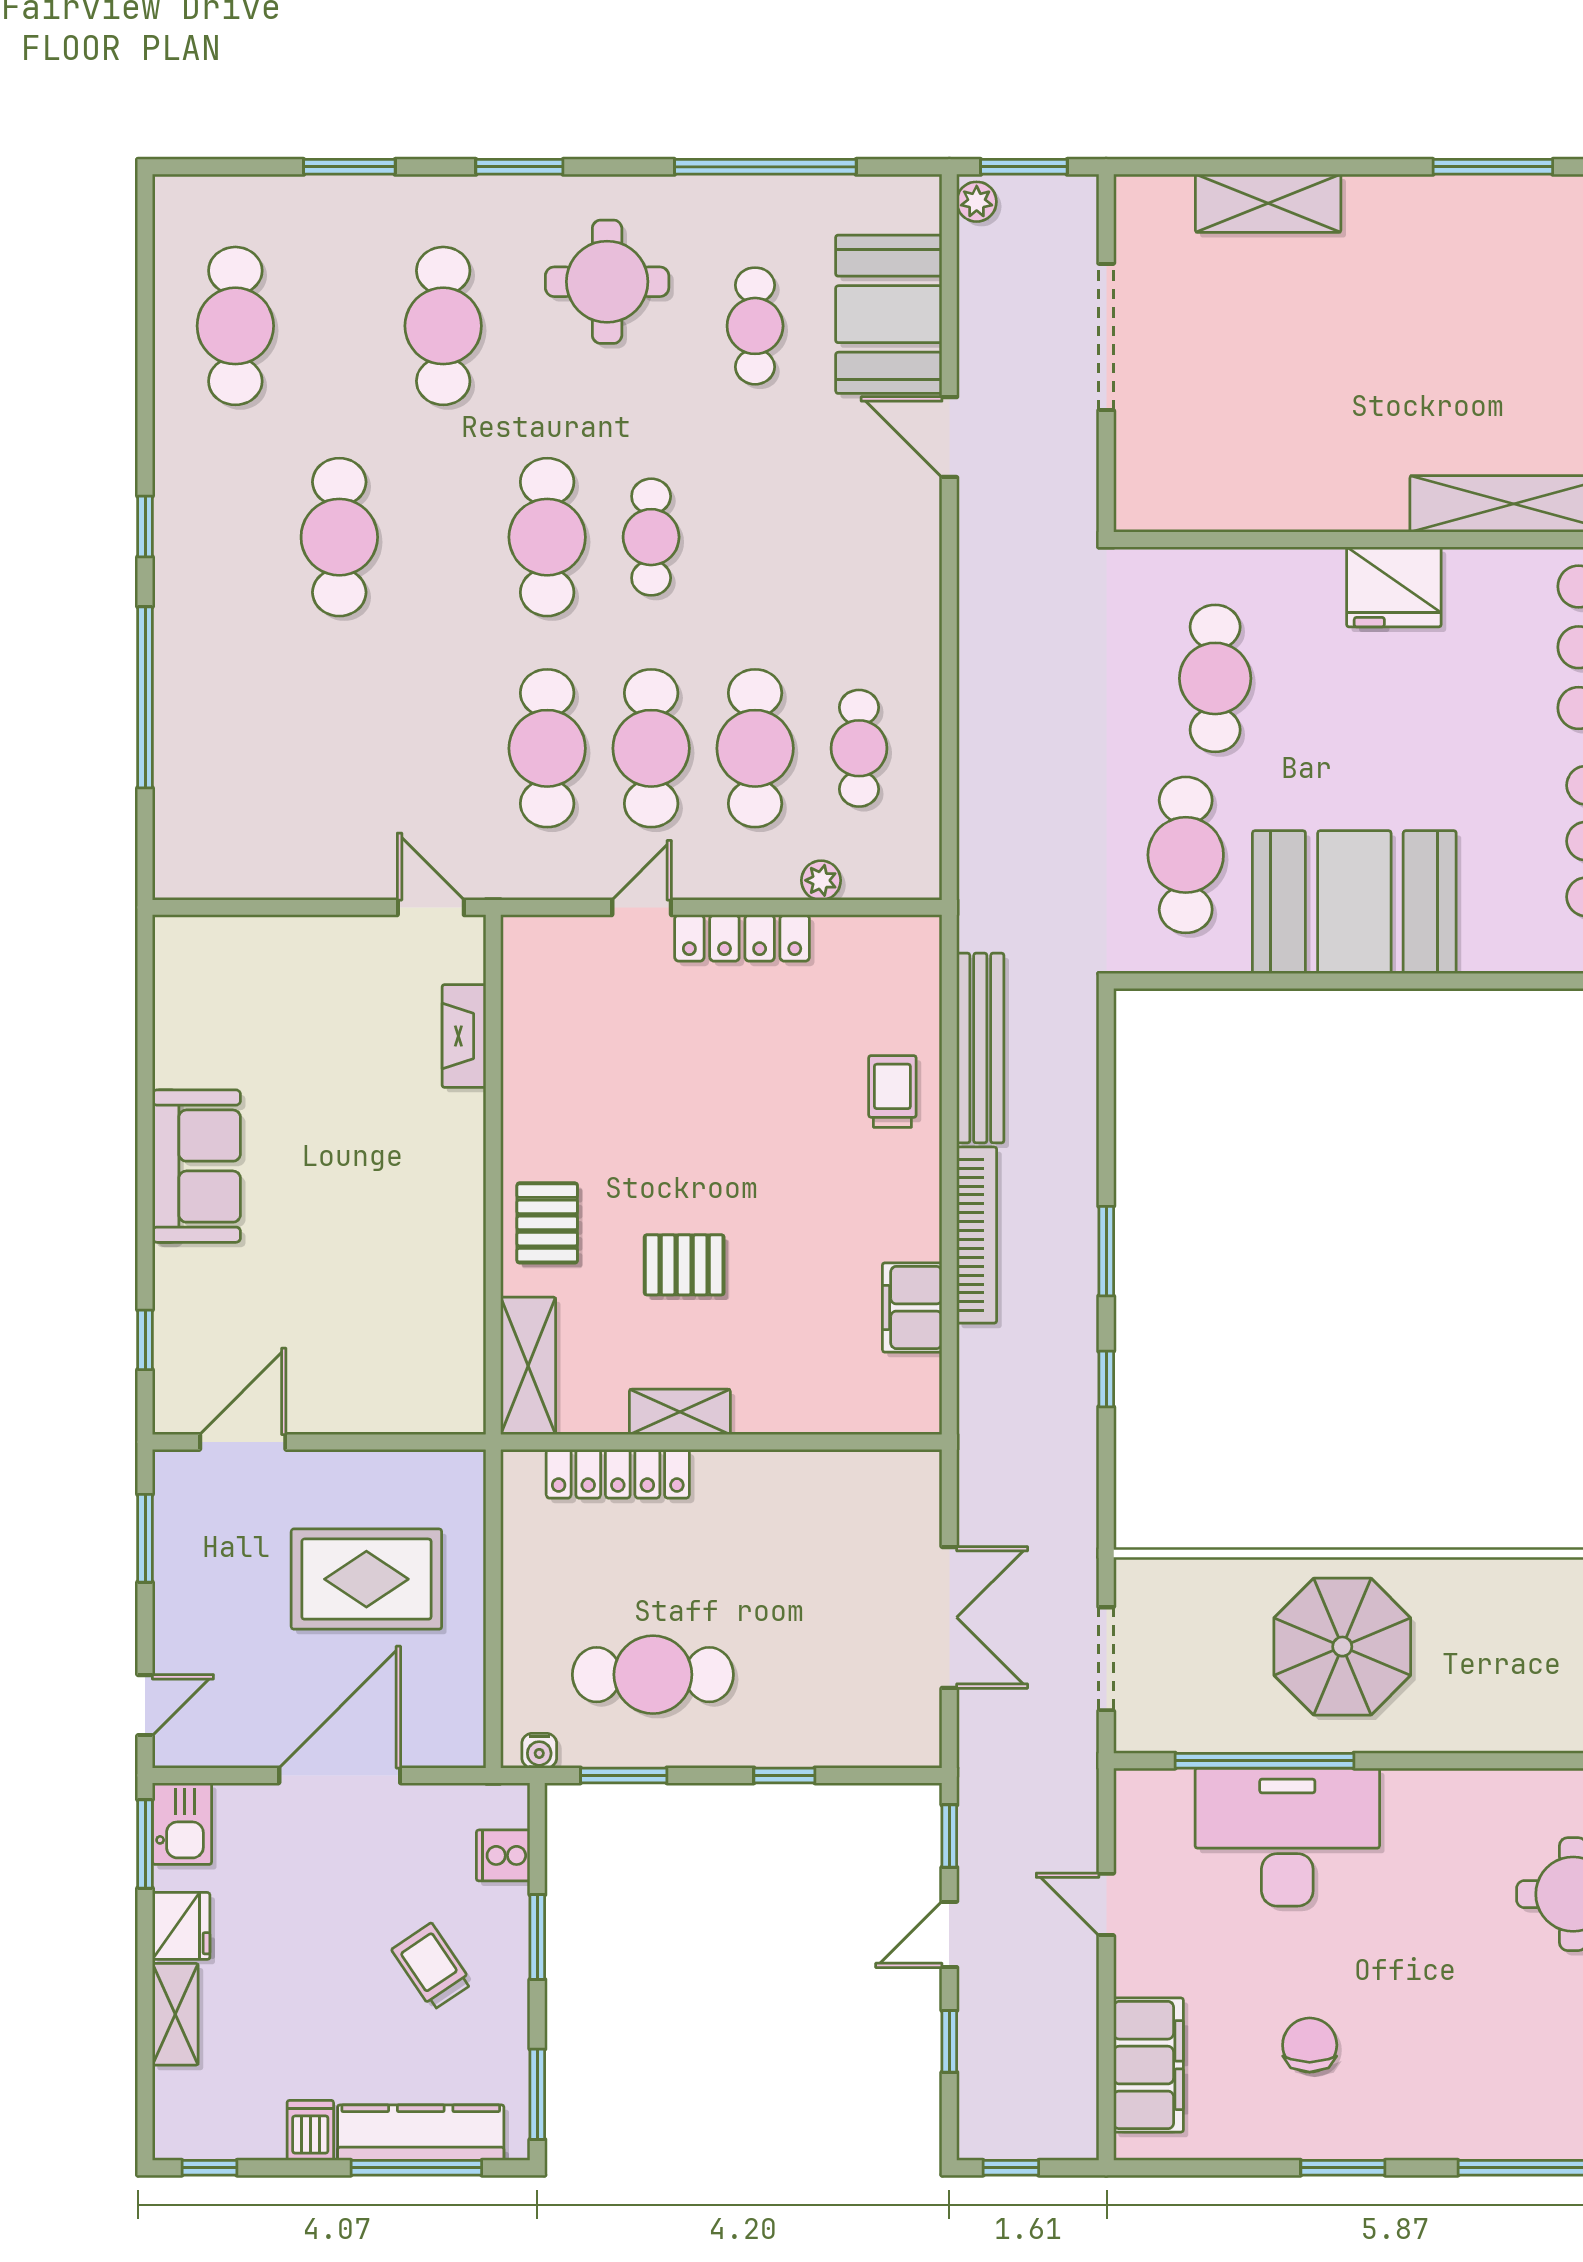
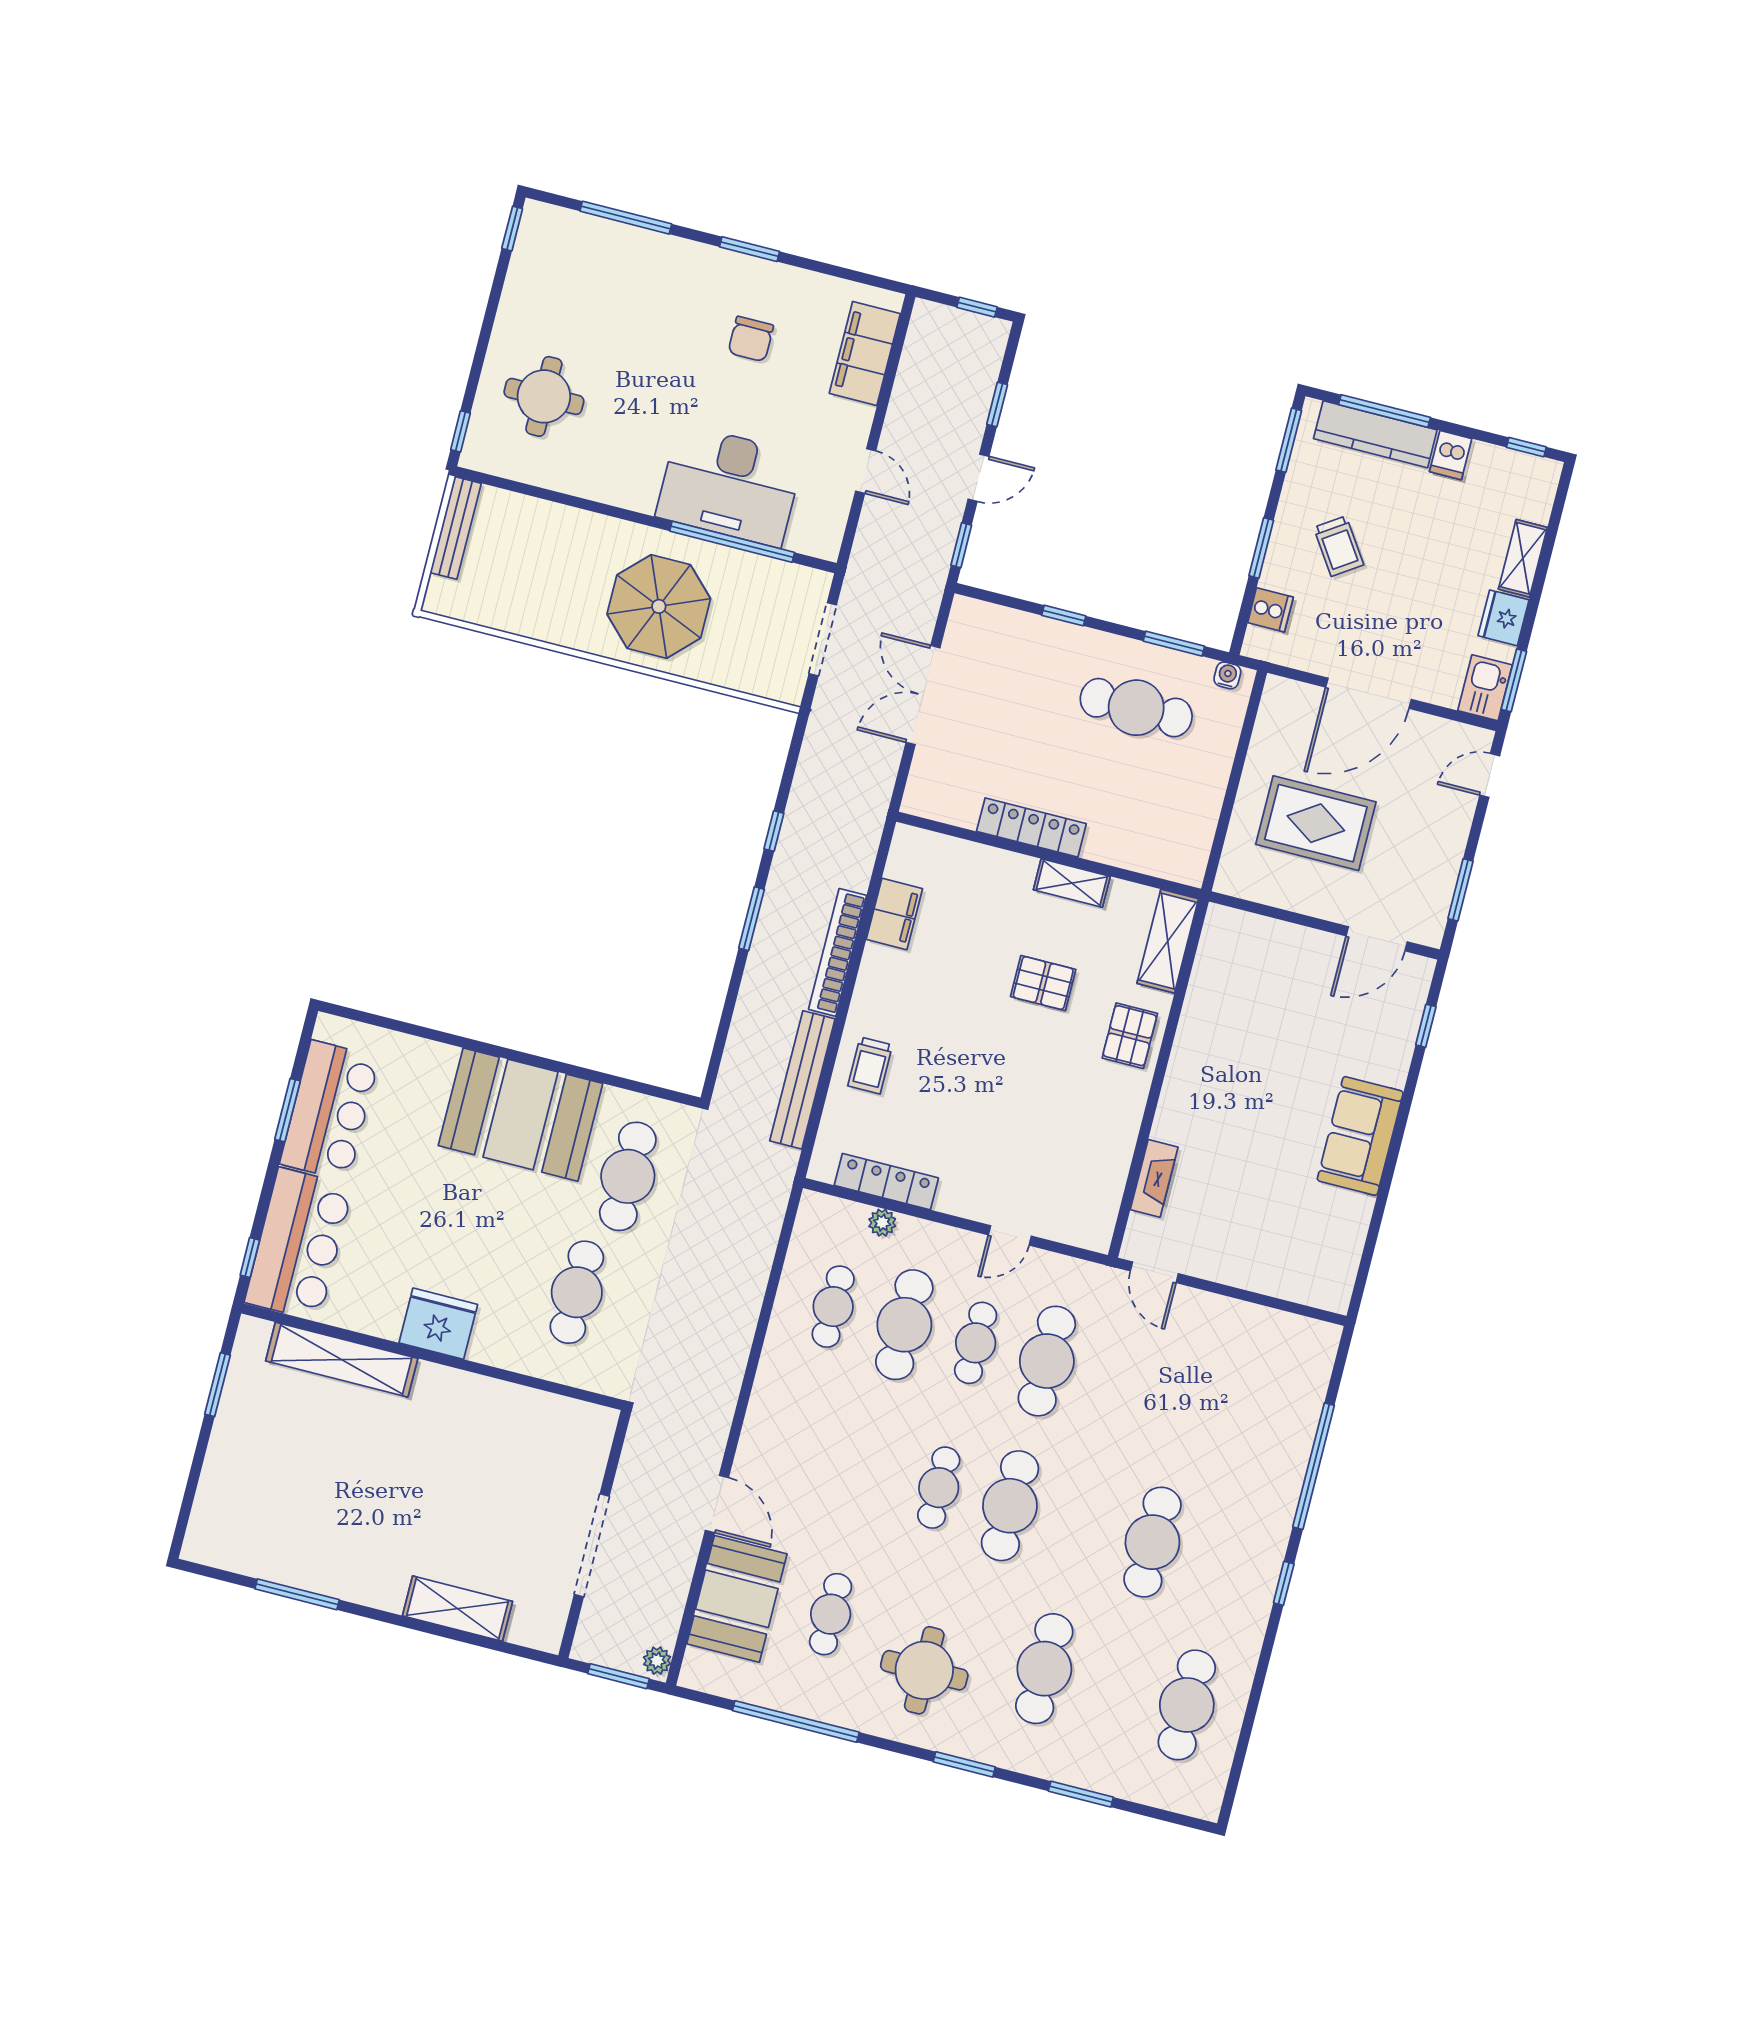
cafe table: (651, 748) -> (976, 1343), width x0.73, depth x0.74
locker: (742, 938) -> (886, 1182), moved
locker: (618, 1474) -> (1031, 828), moved

